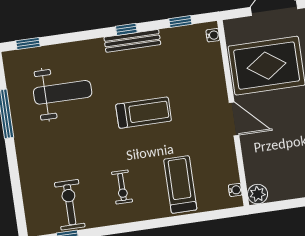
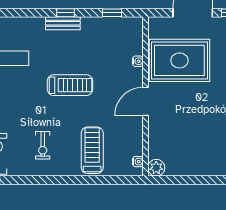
water cooler: (213, 35) -> (138, 61), moved
bench: (132, 41) -> (63, 23), width x0.73
door: (234, 119) -> (145, 101), swing flipped

